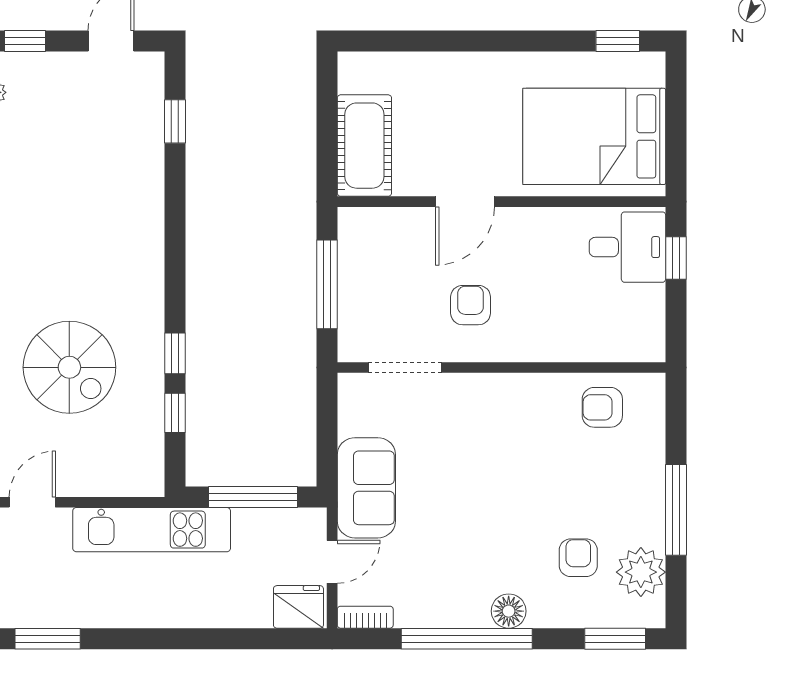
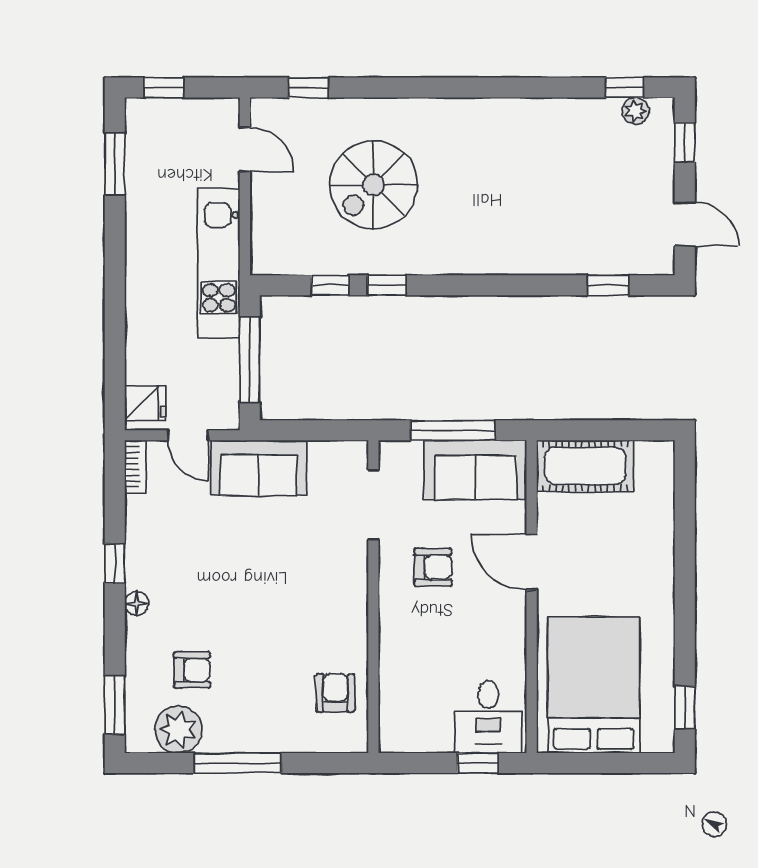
sofa: (369, 261) -> (475, 470), added
fridge: (298, 607) -> (145, 403), width x0.72
floor lamp: (509, 611) -> (137, 604), width x0.73, depth x0.73
window: (467, 639) -> (115, 564), width x0.32

